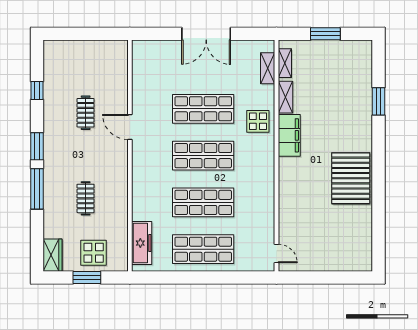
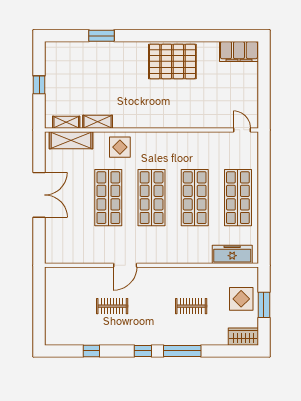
window: (325, 34) -> (39, 85), width x0.67
shelving: (268, 68) -> (71, 140), width x1.50, depth x1.33
filing cabinet: (289, 135) -> (239, 52), moved, turned 180
window: (37, 146) -> (143, 351), width x0.67
door: (276, 254) -> (242, 130), hinge flipped

